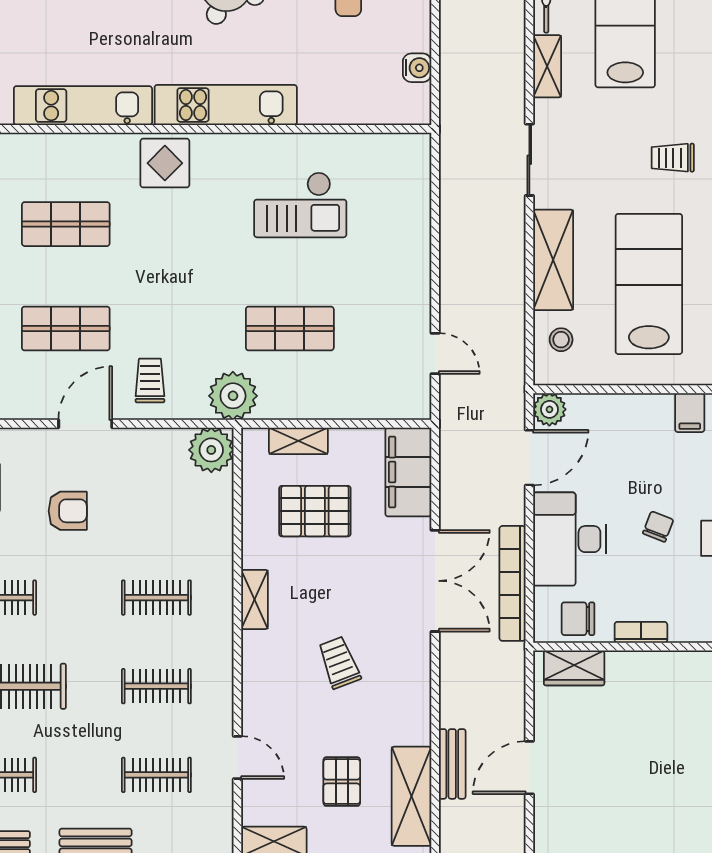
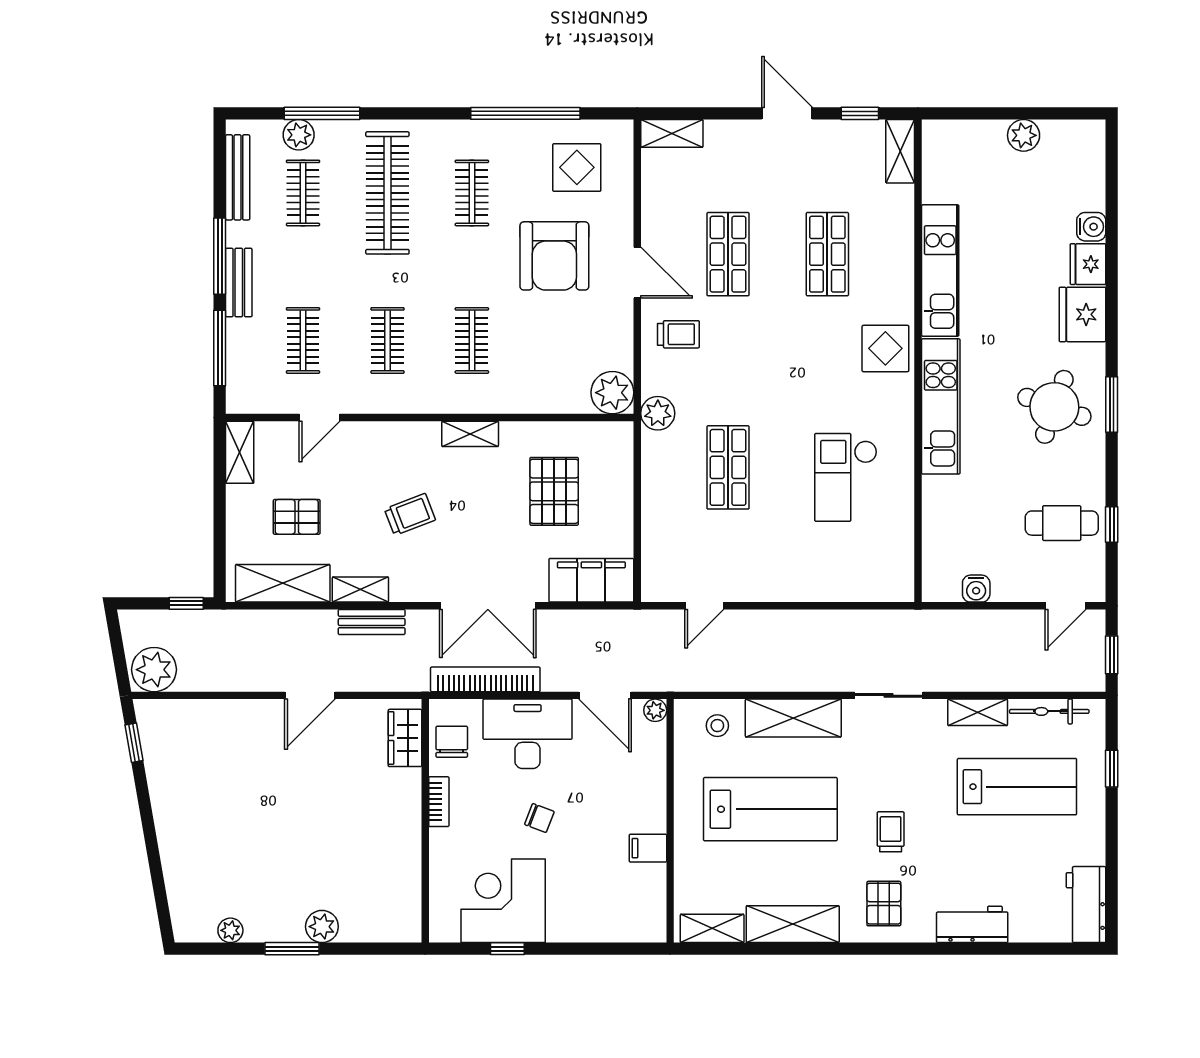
plant: (233, 396) -> (658, 413), width x0.73, depth x0.73
plant: (549, 409) -> (655, 710), width x0.73, depth x0.73
shelving: (298, 441) -> (360, 590), moved, turned 90
armchair: (68, 511) -> (554, 256), width x1.88, depth x1.88
bench: (452, 764) -> (372, 622), moved
door: (529, 768) -> (310, 695), swing flipped

